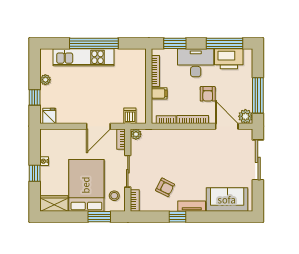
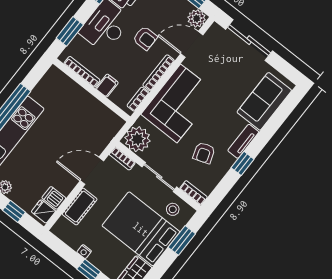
dishwasher: (130, 116) -> (54, 198), moved
door: (98, 126) -> (92, 171), swing flipped
plant: (136, 134) -> (138, 139), width x1.88, depth x1.88
cot: (70, 136) -> (80, 207), added
corner sofa: (183, 147) -> (179, 103), added
armchair: (165, 187) -> (204, 153), turned 134

